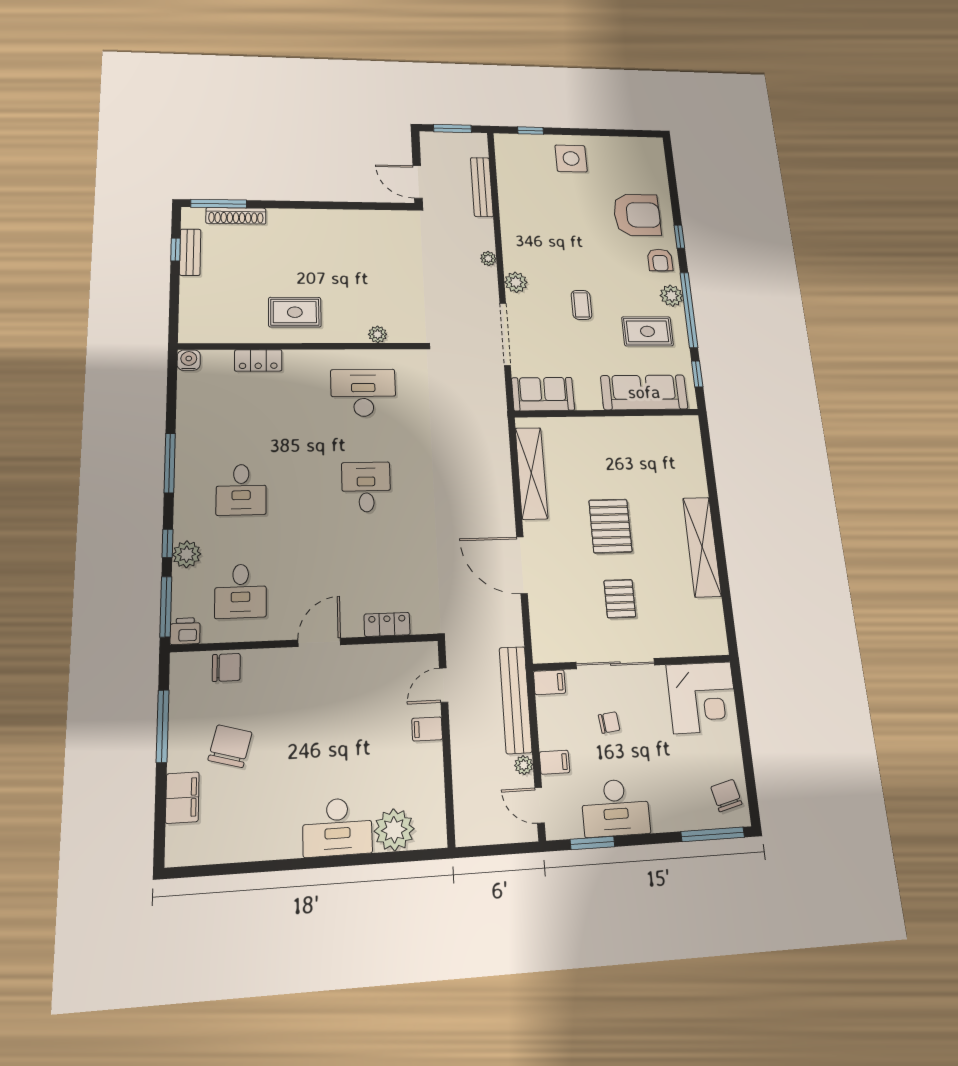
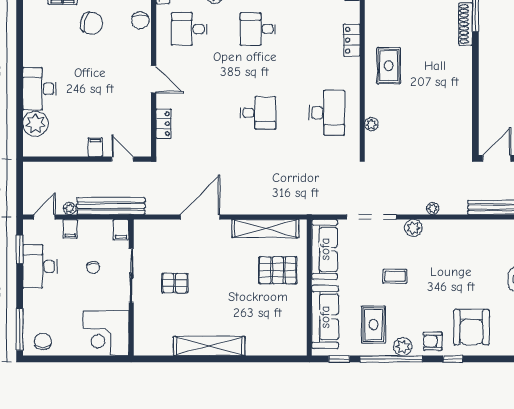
sofa: (543, 394) -> (325, 249), width x1.36
pallet: (610, 526) -> (278, 270), moved
chair: (726, 796) -> (43, 341), turned -76

